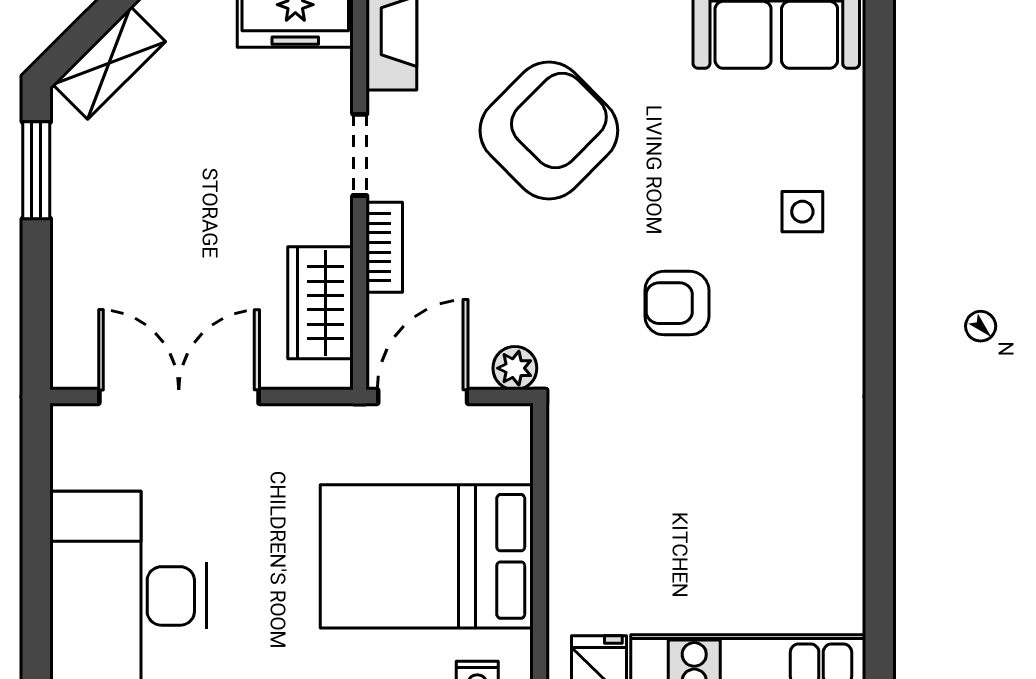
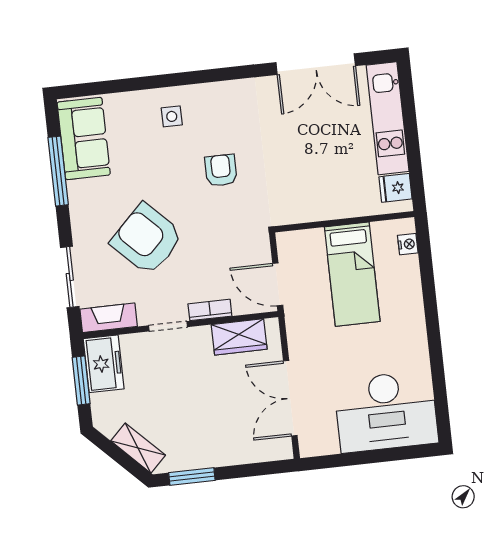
armchair: (677, 303) -> (221, 170), turned 180
plant: (515, 368) -> (260, 243), removed
double door: (879, 528) -> (316, 64), added
bed: (427, 556) -> (352, 274), width x0.67

